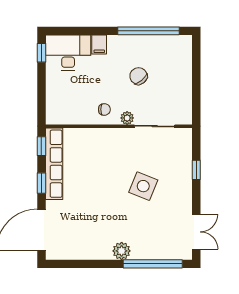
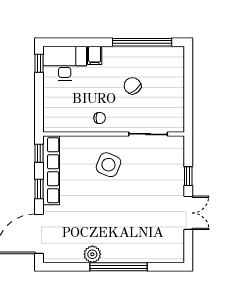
plant: (127, 118) -> (122, 126), removed
side table: (143, 186) -> (108, 165), moved
double door: (196, 232) -> (188, 213), moved
plant: (122, 251) -> (92, 254), moved
window: (153, 264) -> (119, 267), moved

